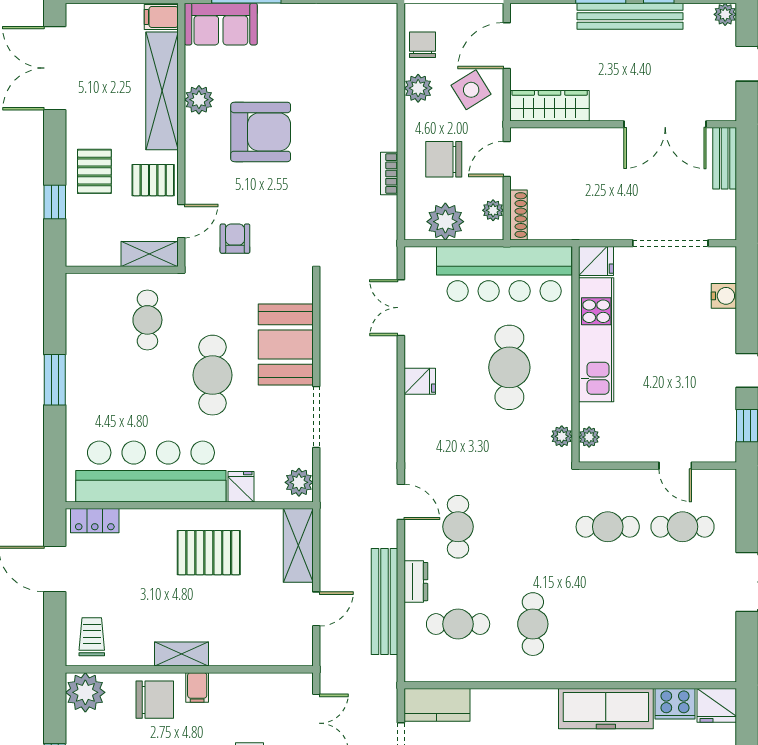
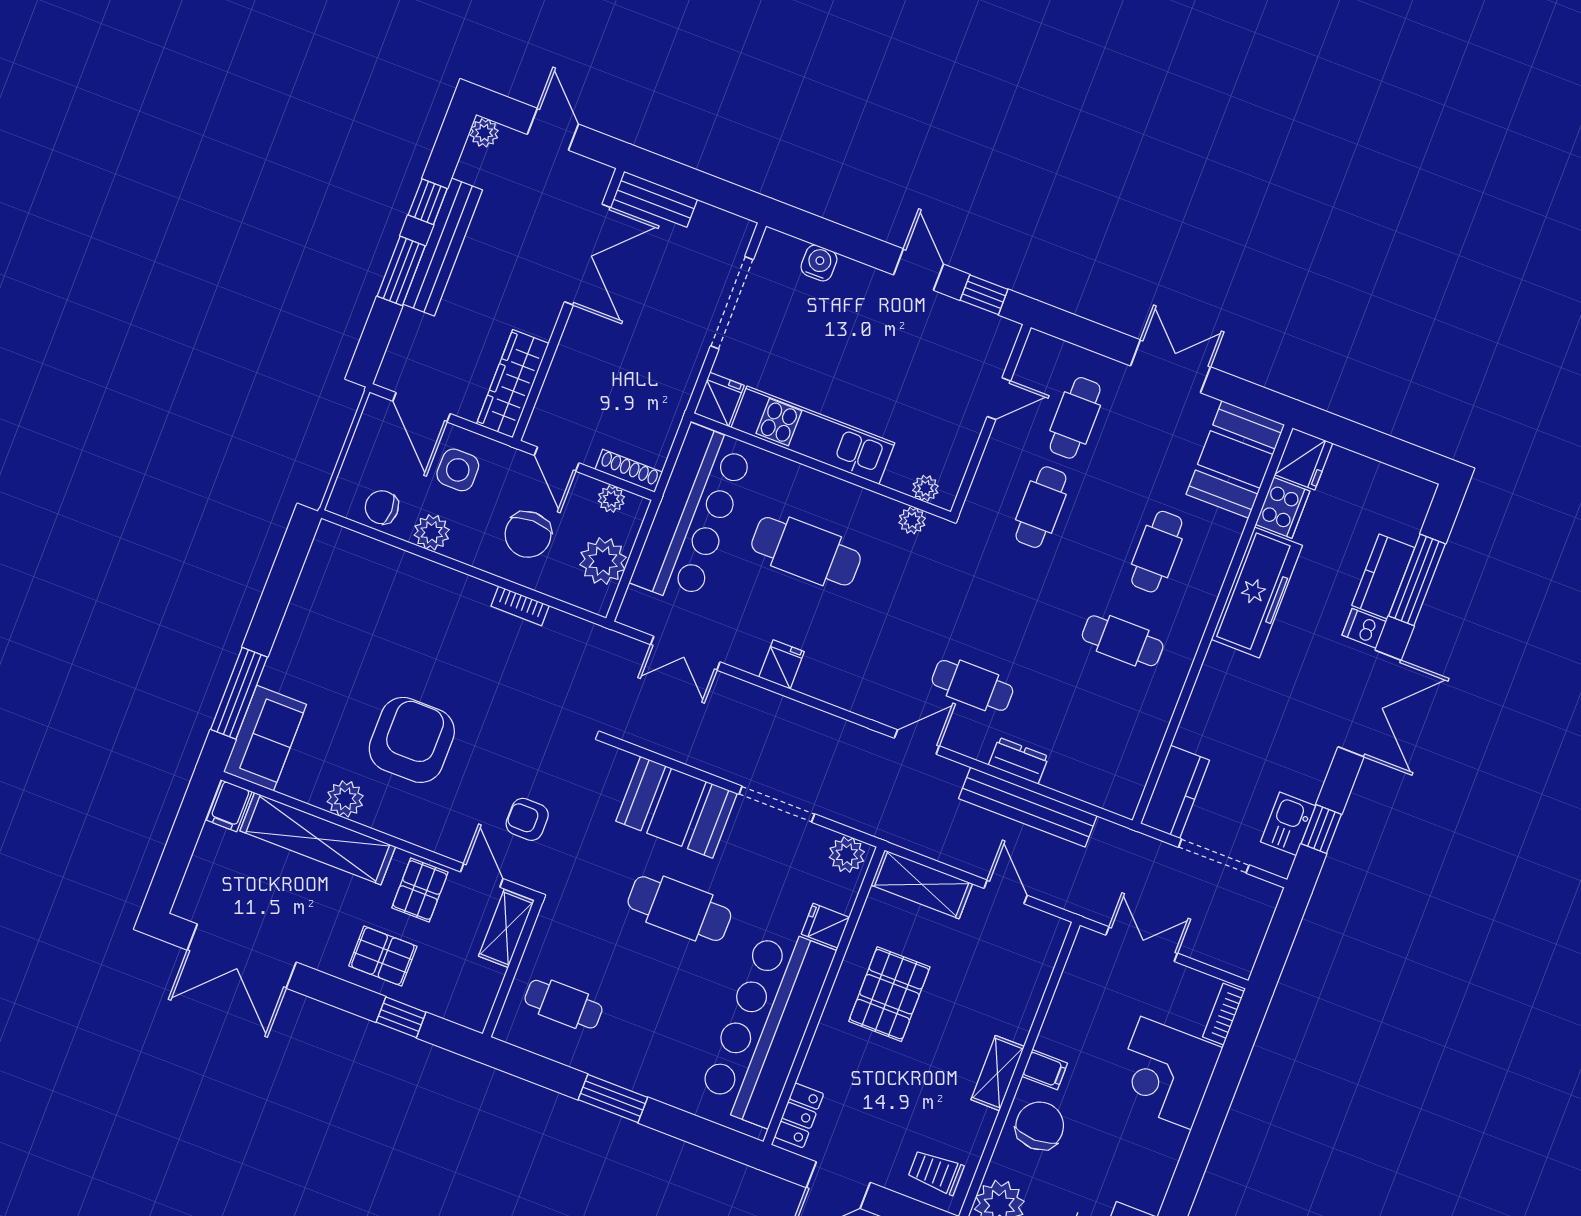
side table: (471, 90) -> (458, 470), turned 32
cafe table: (147, 320) -> (563, 1004), moved
cafe table: (458, 624) -> (1157, 552), moved
booth: (697, 656) -> (1235, 459), added

